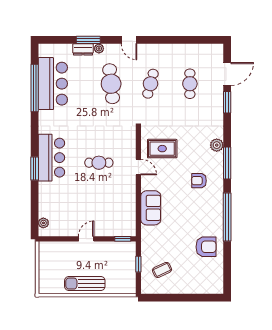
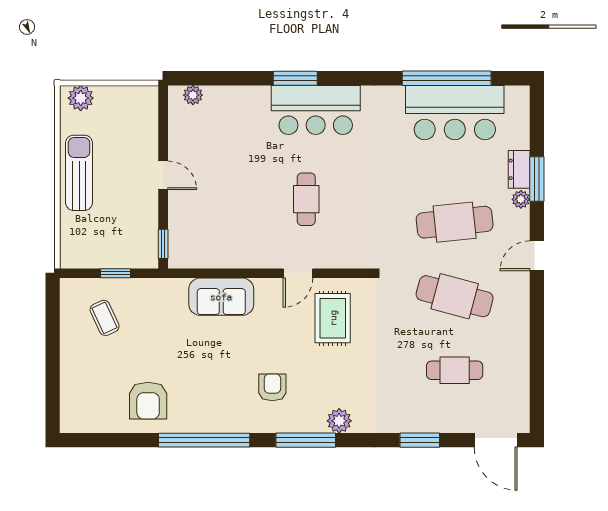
door: (227, 74) -> (496, 440), moved
cafe table: (150, 84) -> (455, 296), width x1.37, depth x1.35
plant: (45, 283) -> (81, 98), added

